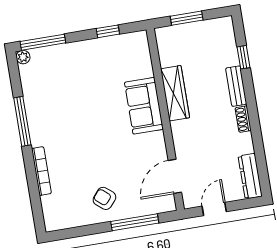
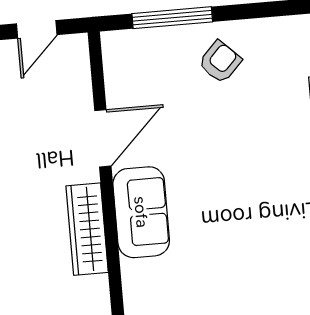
door: (175, 176) -> (103, 138), moved
armchair: (104, 198) -> (220, 62), turned -86

